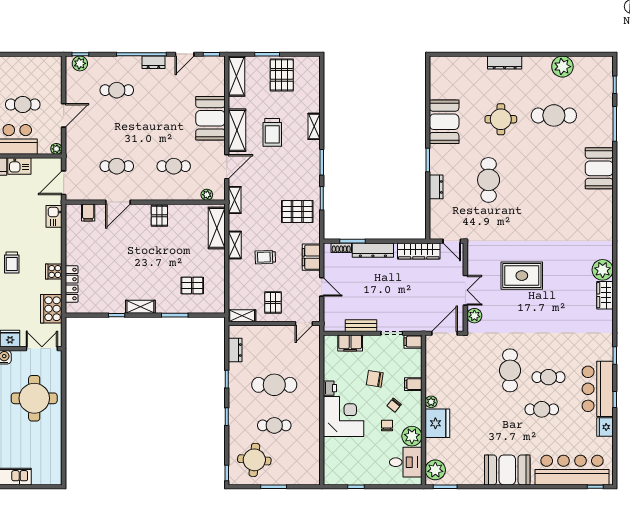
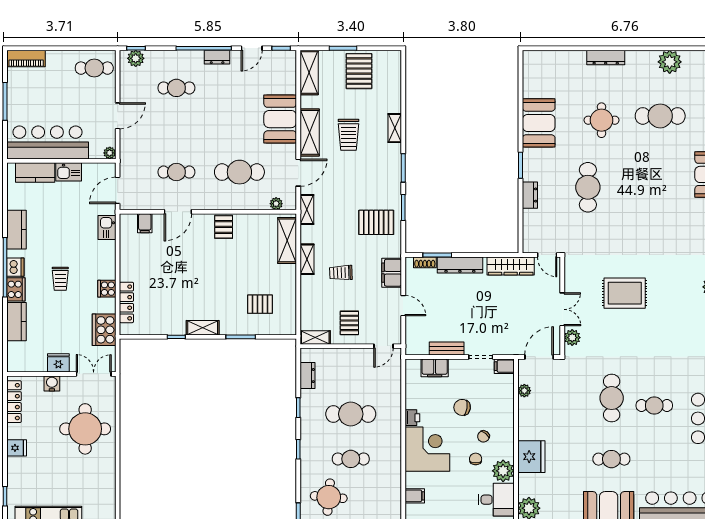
cafe table: (23, 104) -> (94, 68), moved
cafe table: (174, 166) -> (239, 172), width x1.37, depth x1.35
filing cabinet: (413, 384) -> (415, 496), moved, turned 180
plant: (431, 402) -> (524, 391), moved
cafe table: (542, 409) -> (611, 459), moved

